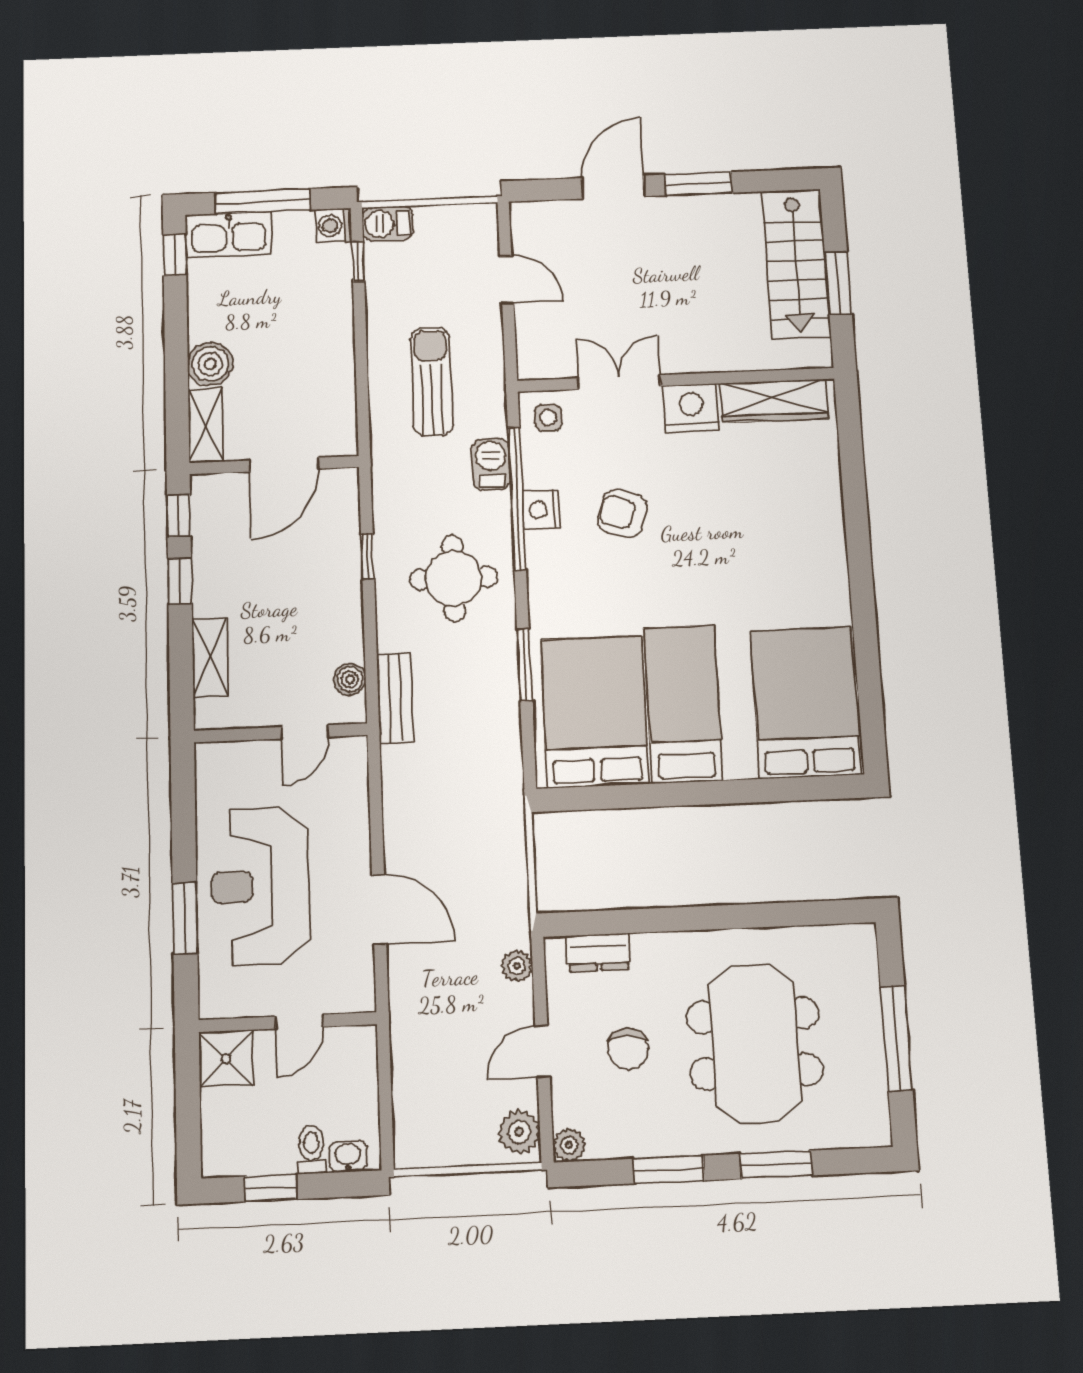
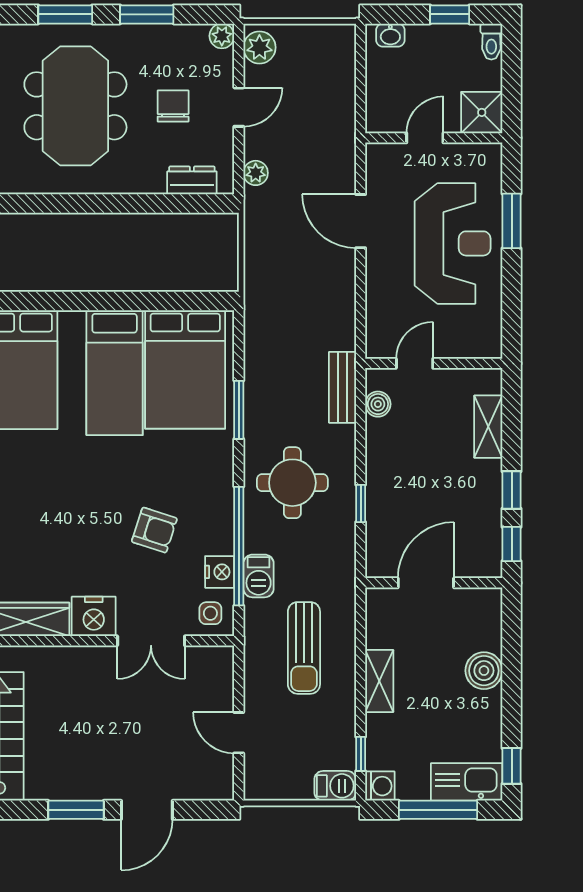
shelving: (206, 425) -> (379, 681), moved
nightstand: (541, 510) -> (220, 572), moved
toilet: (311, 1149) -> (491, 42), moved

